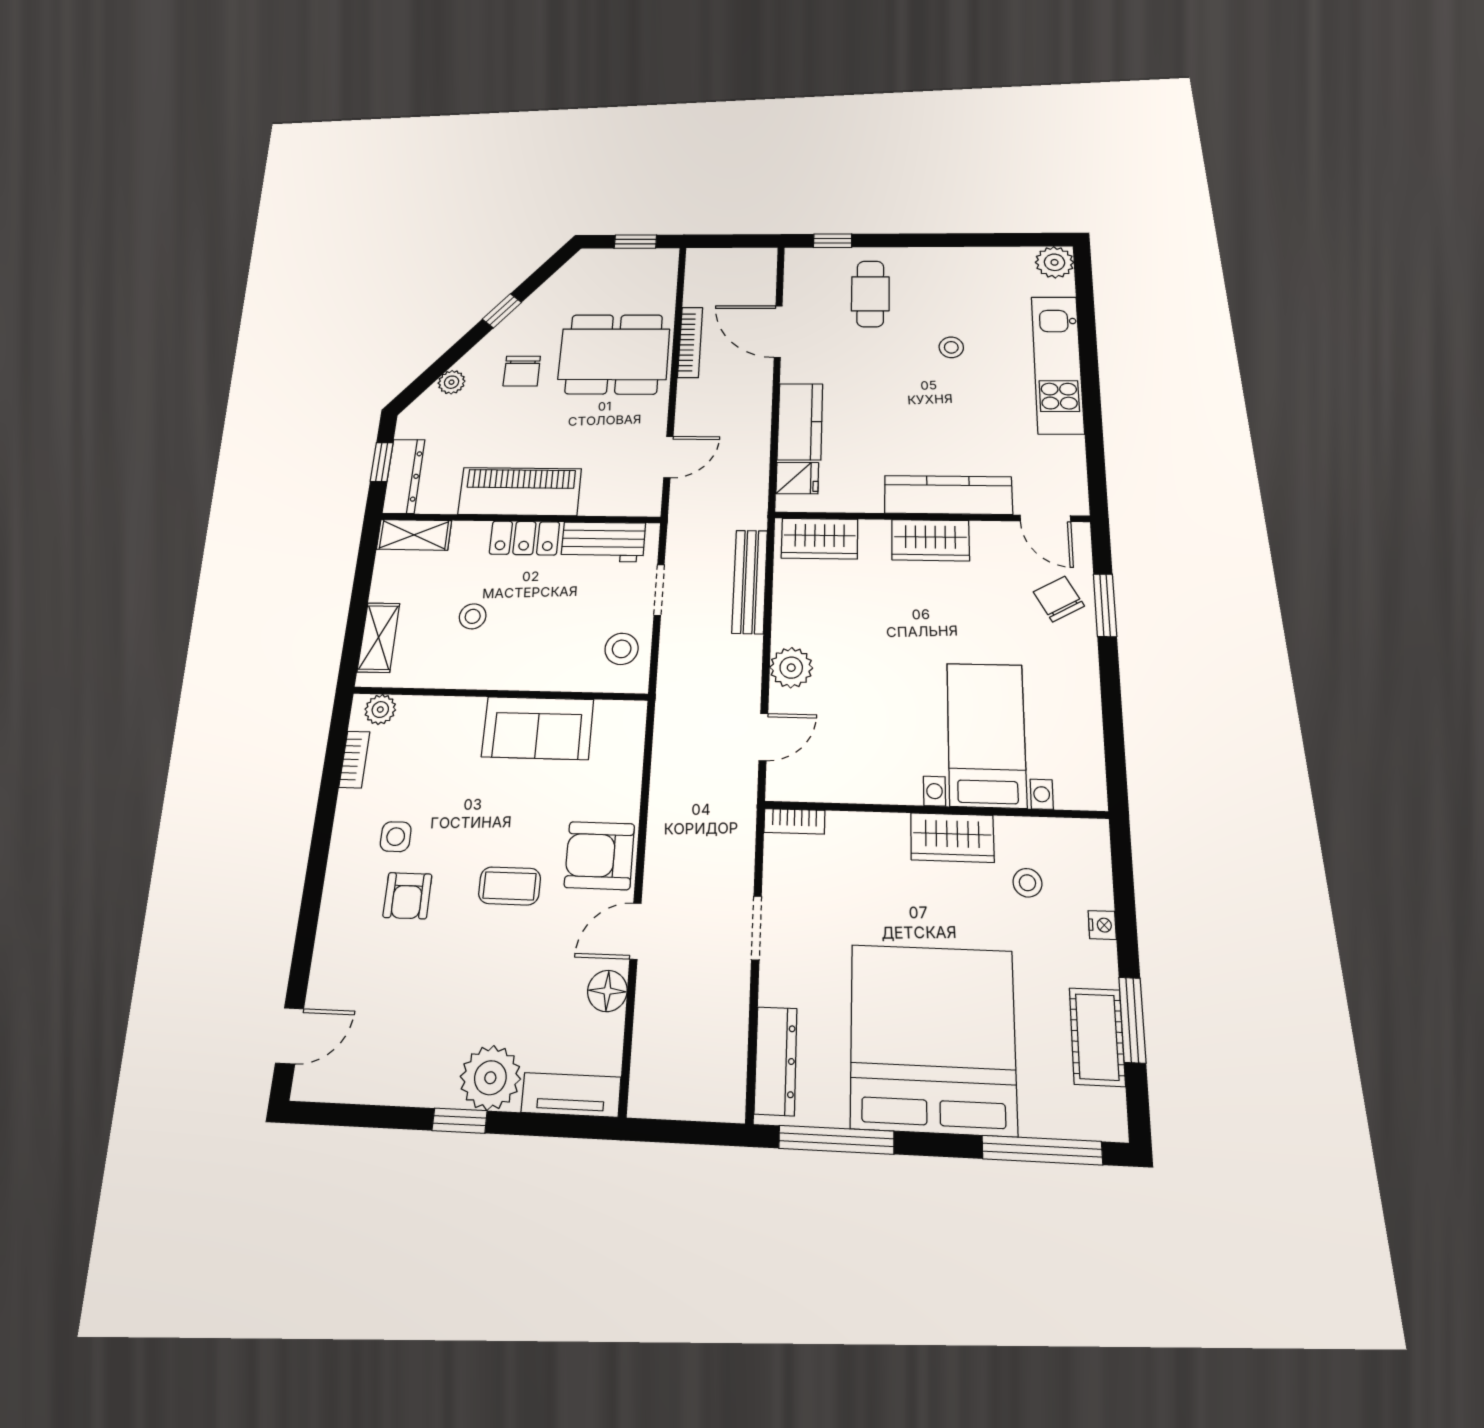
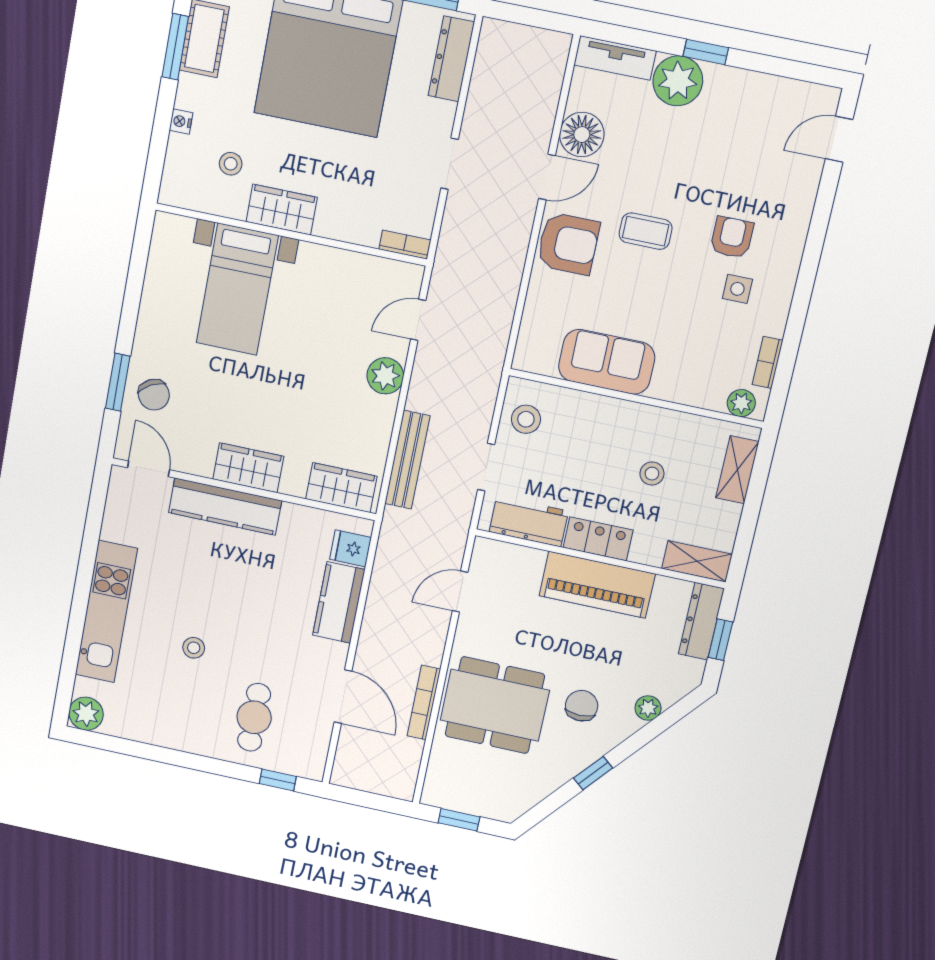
floor lamp: (607, 991) -> (582, 135), width x1.38, depth x1.38

